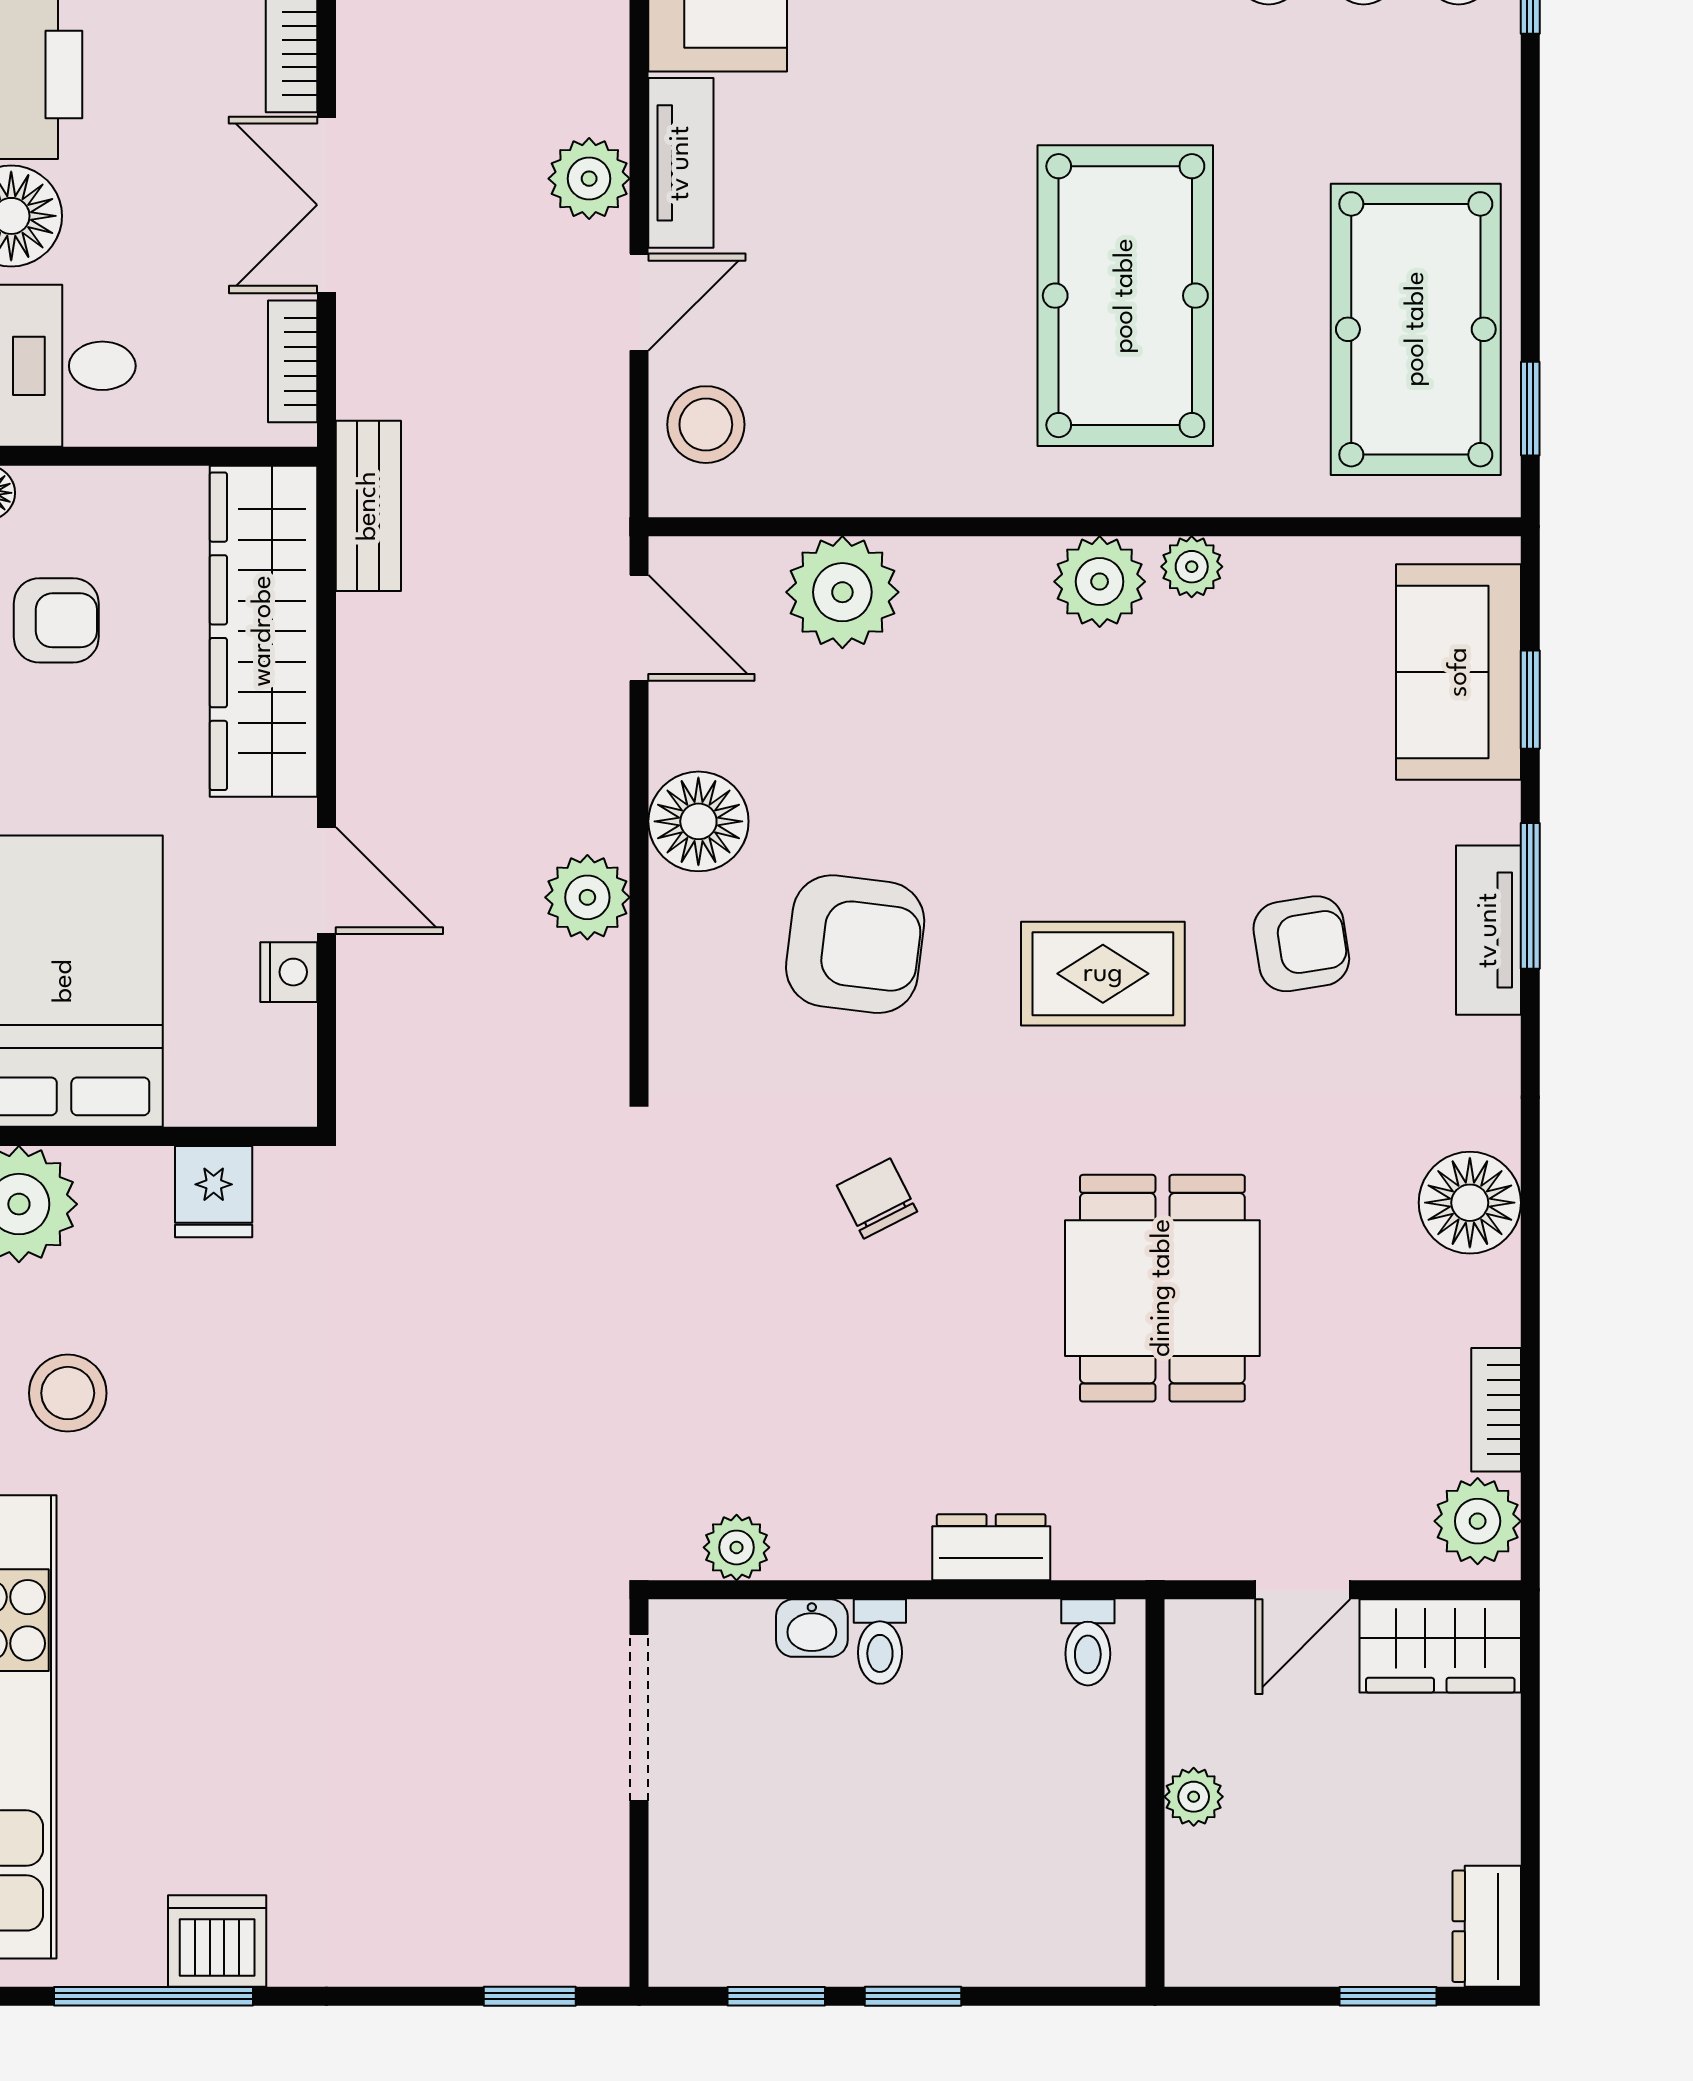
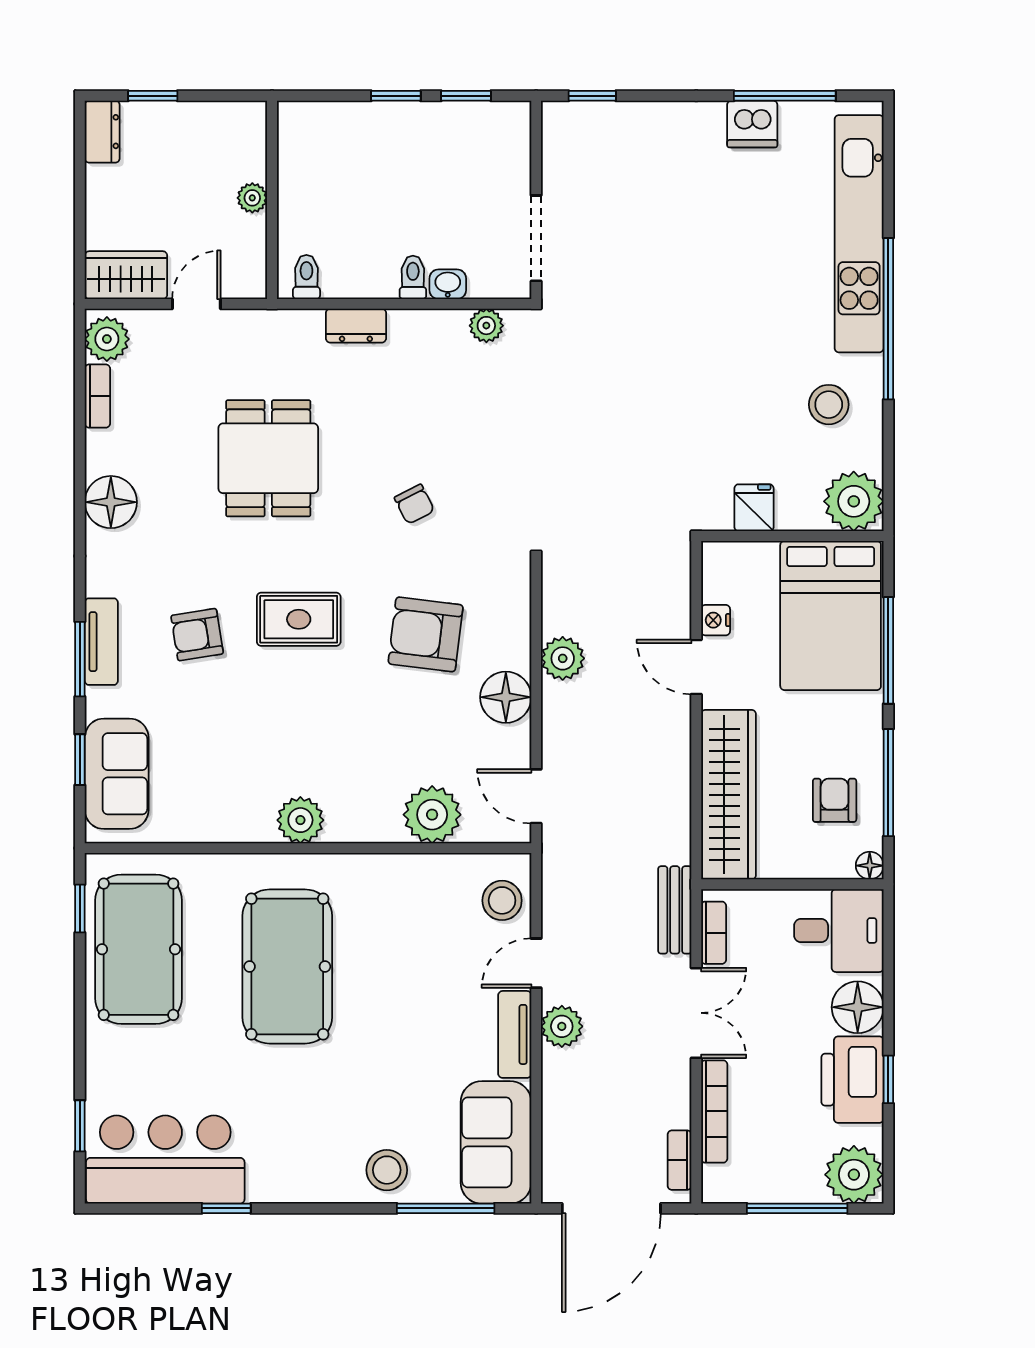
bench: (368, 506) -> (675, 910), moved
plant: (1192, 567) -> (253, 828), removed
armchair: (56, 620) -> (835, 800), turned 90

